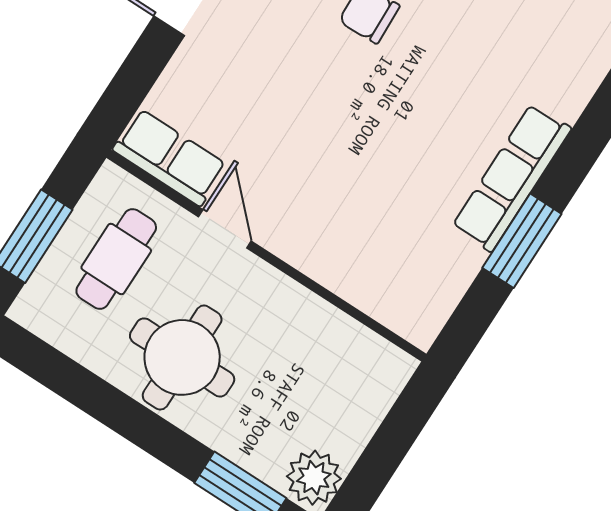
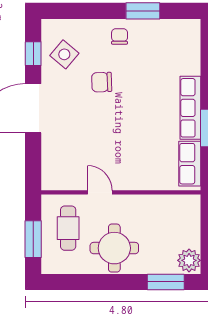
row of seats: (170, 157) -> (190, 164), moved, turned -90

